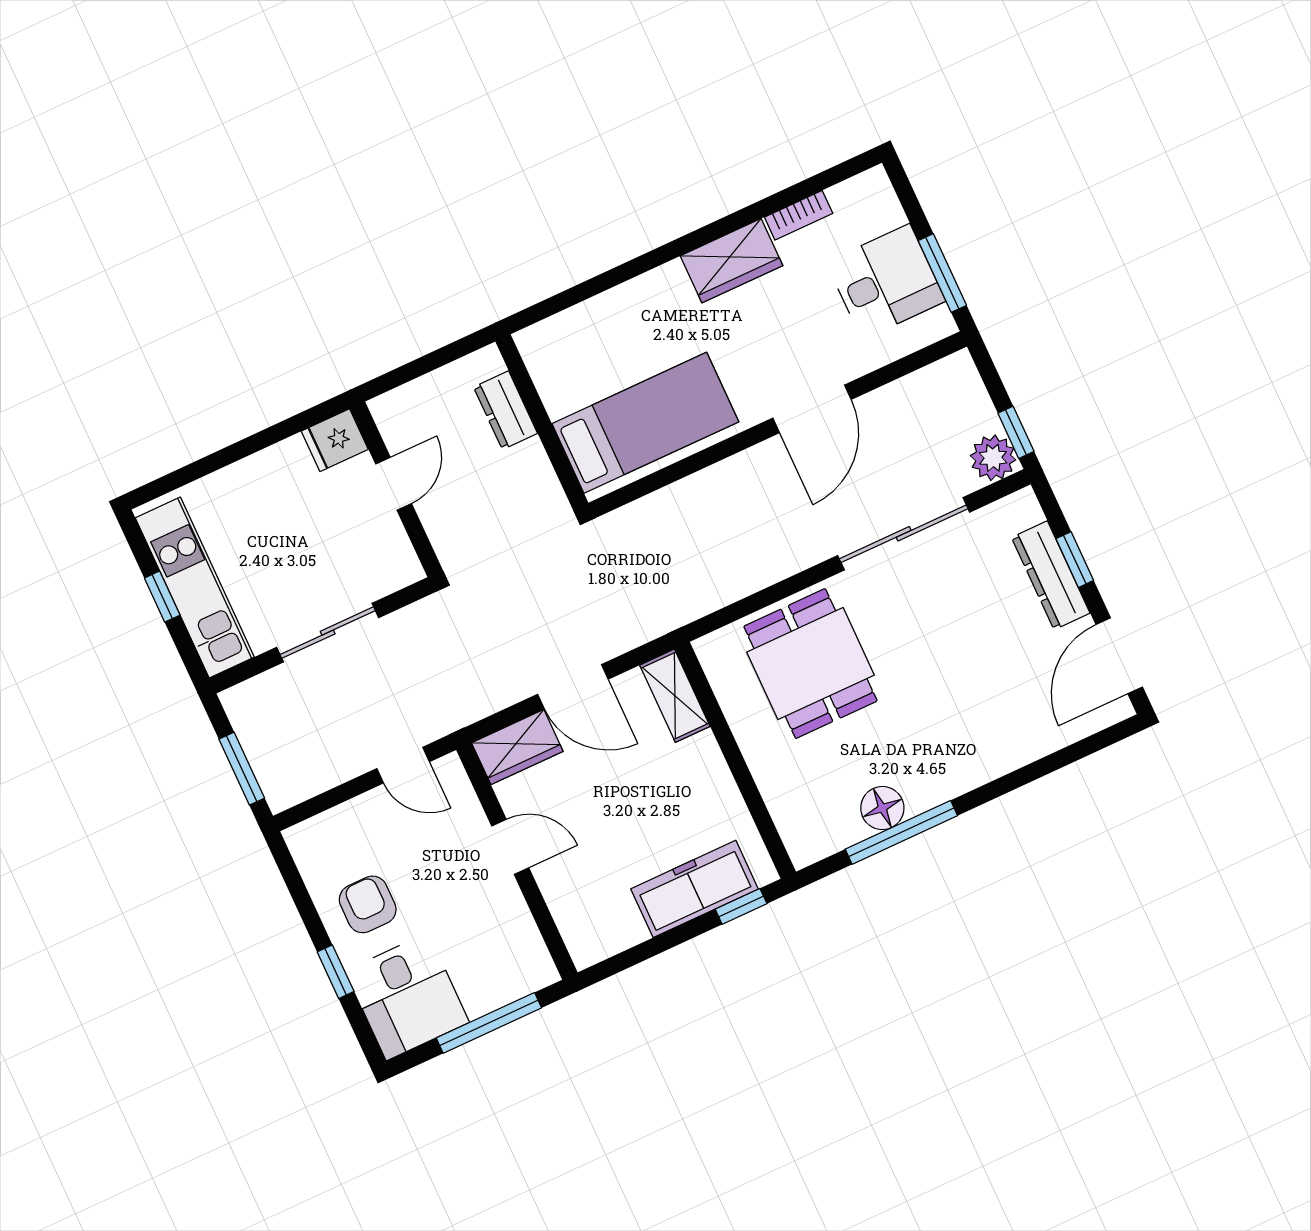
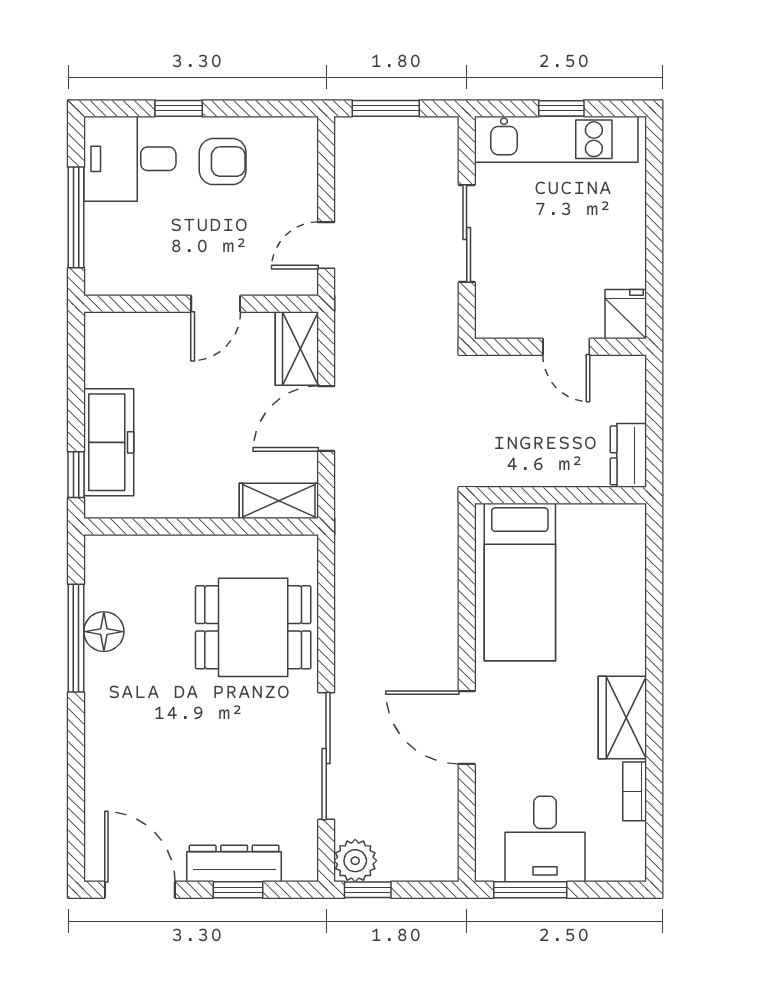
dresser: (506, 410) -> (628, 455), moved, turned -90

